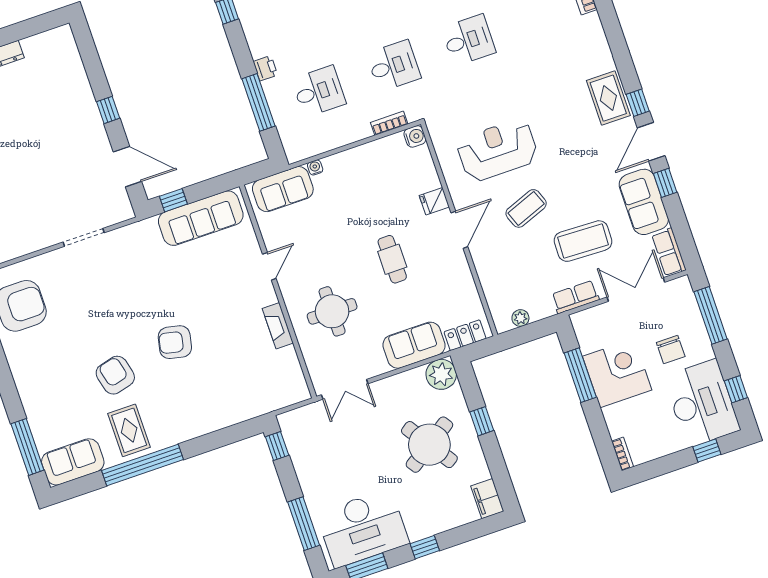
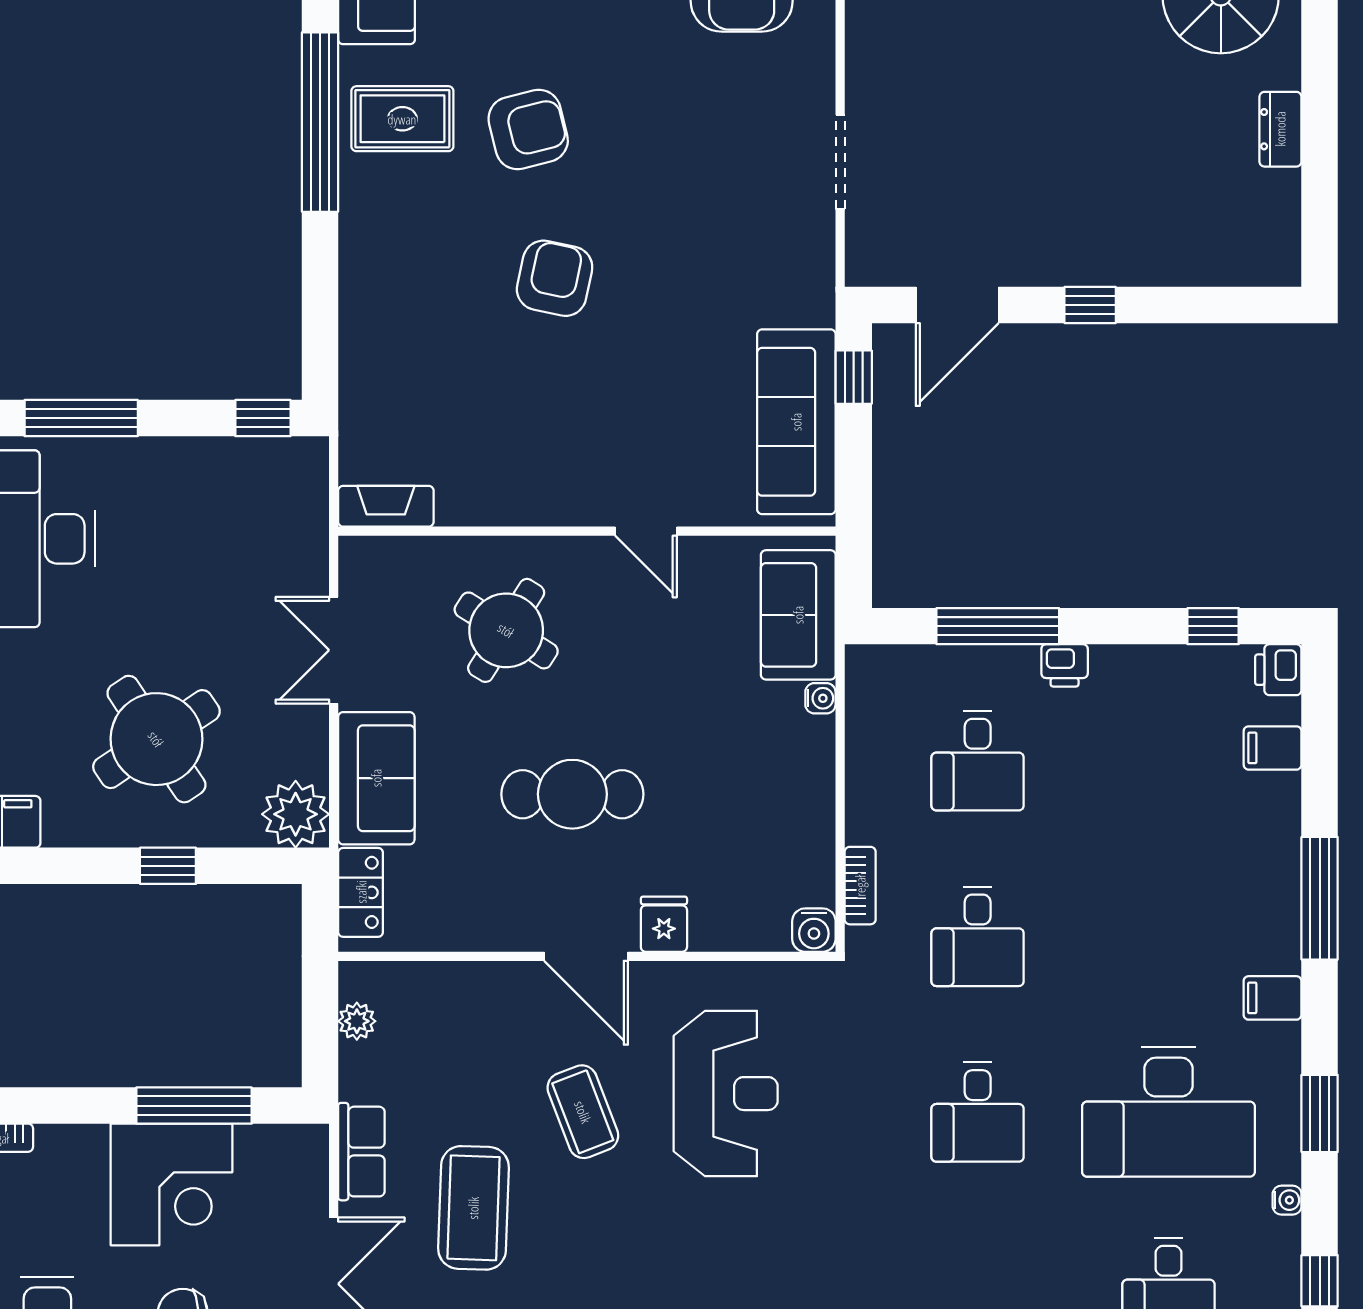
cafe table: (392, 259) -> (572, 794), width x1.37, depth x1.35
round table: (332, 311) -> (506, 630), turned 32
fireplace: (278, 326) -> (386, 506), moved
double door: (345, 389) -> (334, 650), moved

